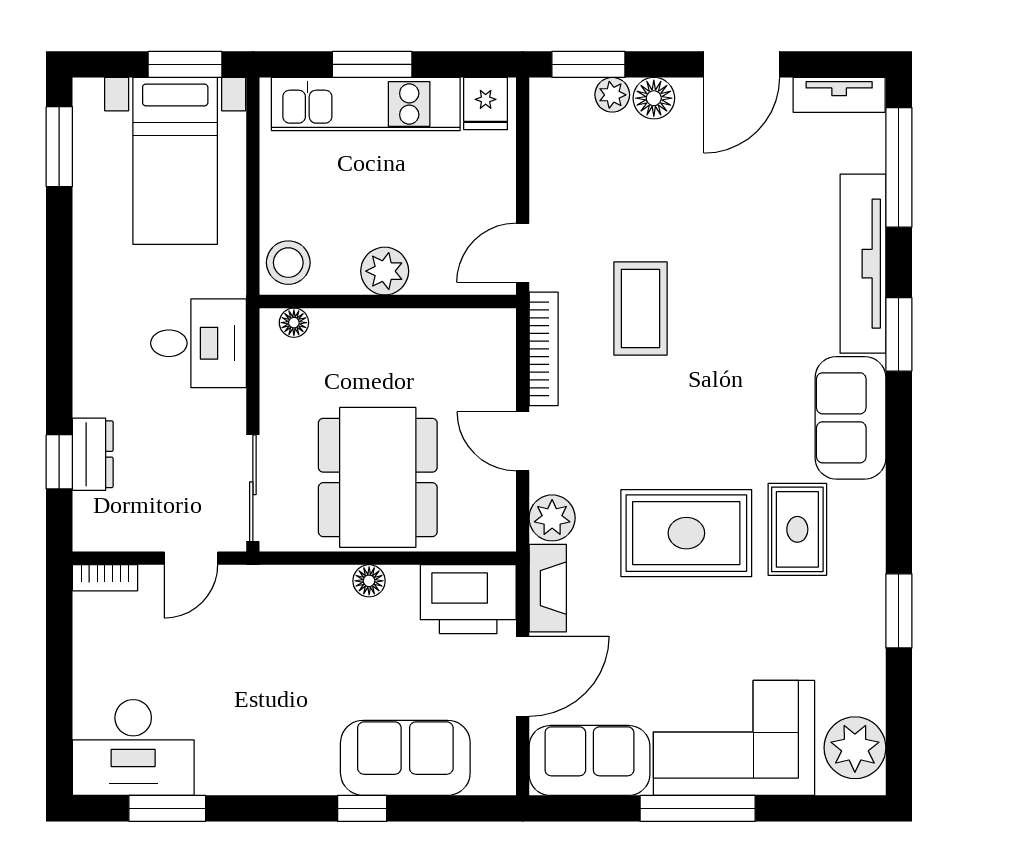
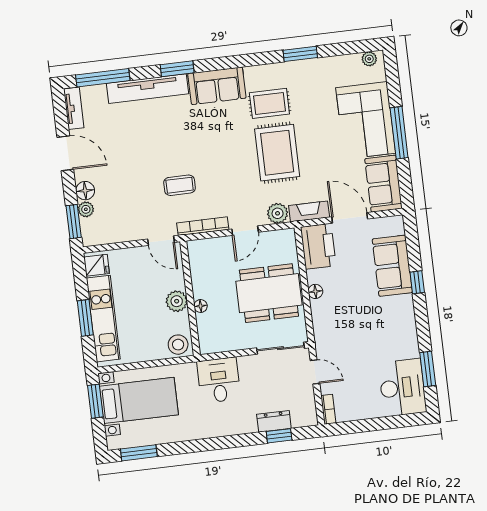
coffee table: (640, 308) -> (180, 185), width x0.73, depth x0.77
floor lamp: (294, 323) -> (201, 306), moved
plant: (855, 748) -> (369, 59), width x0.53, depth x0.53

